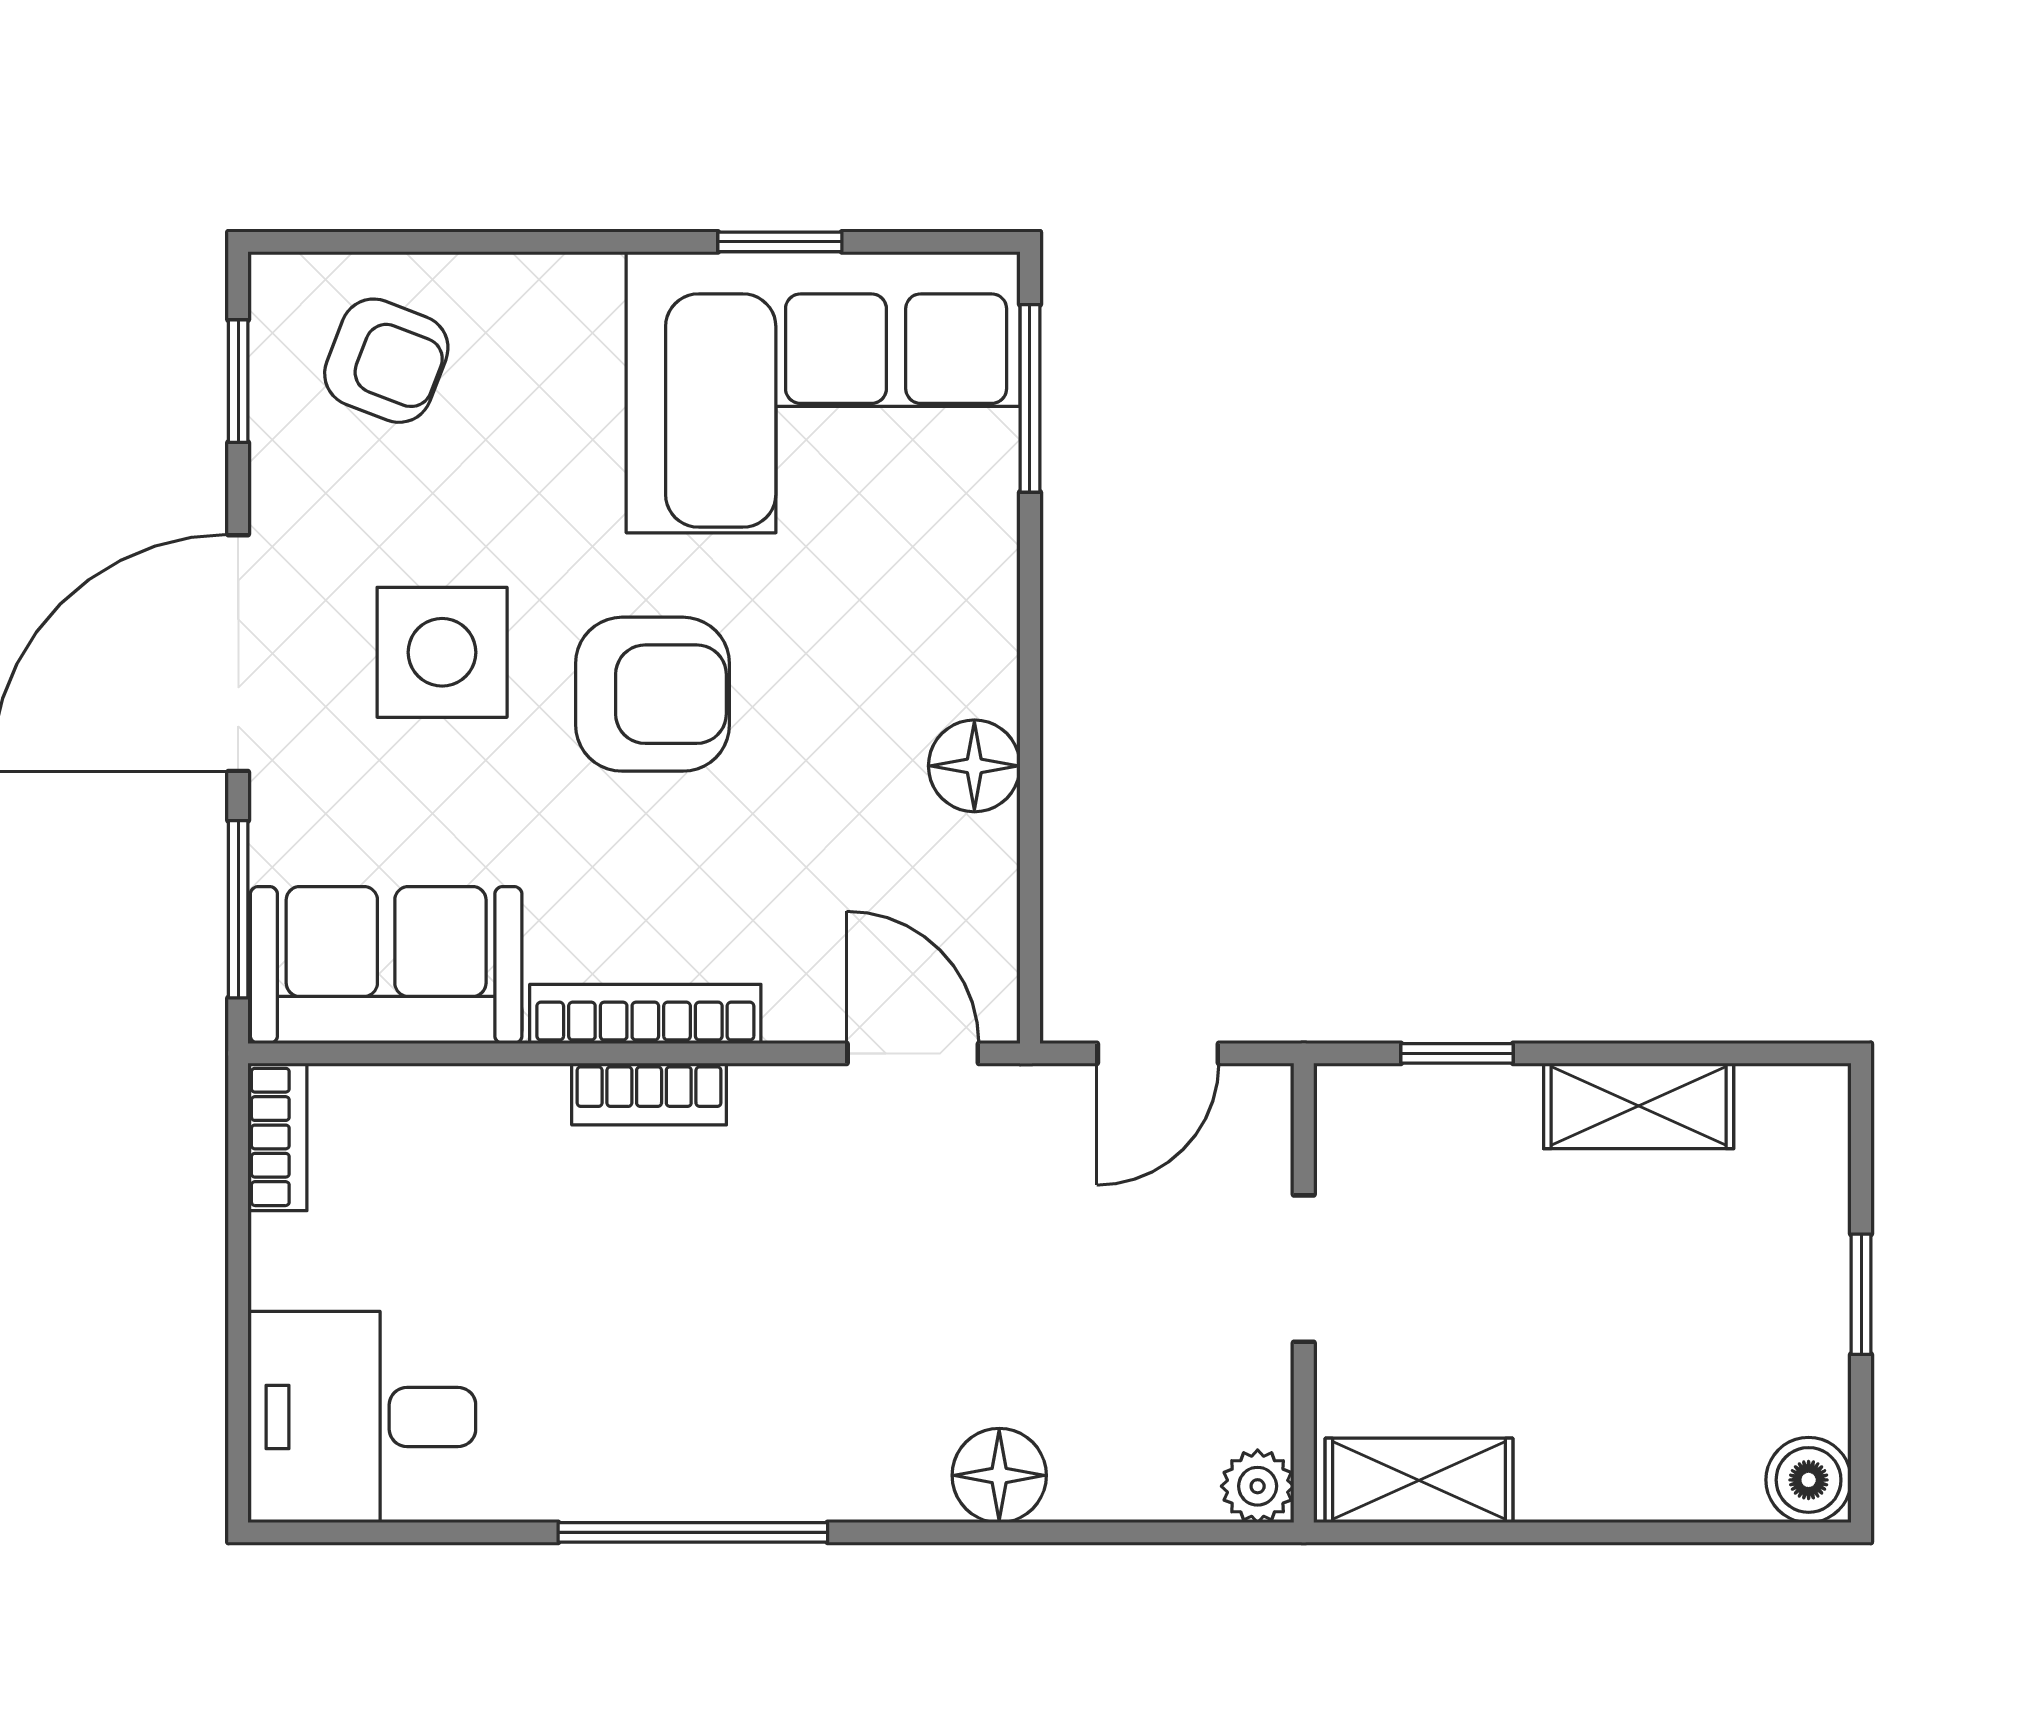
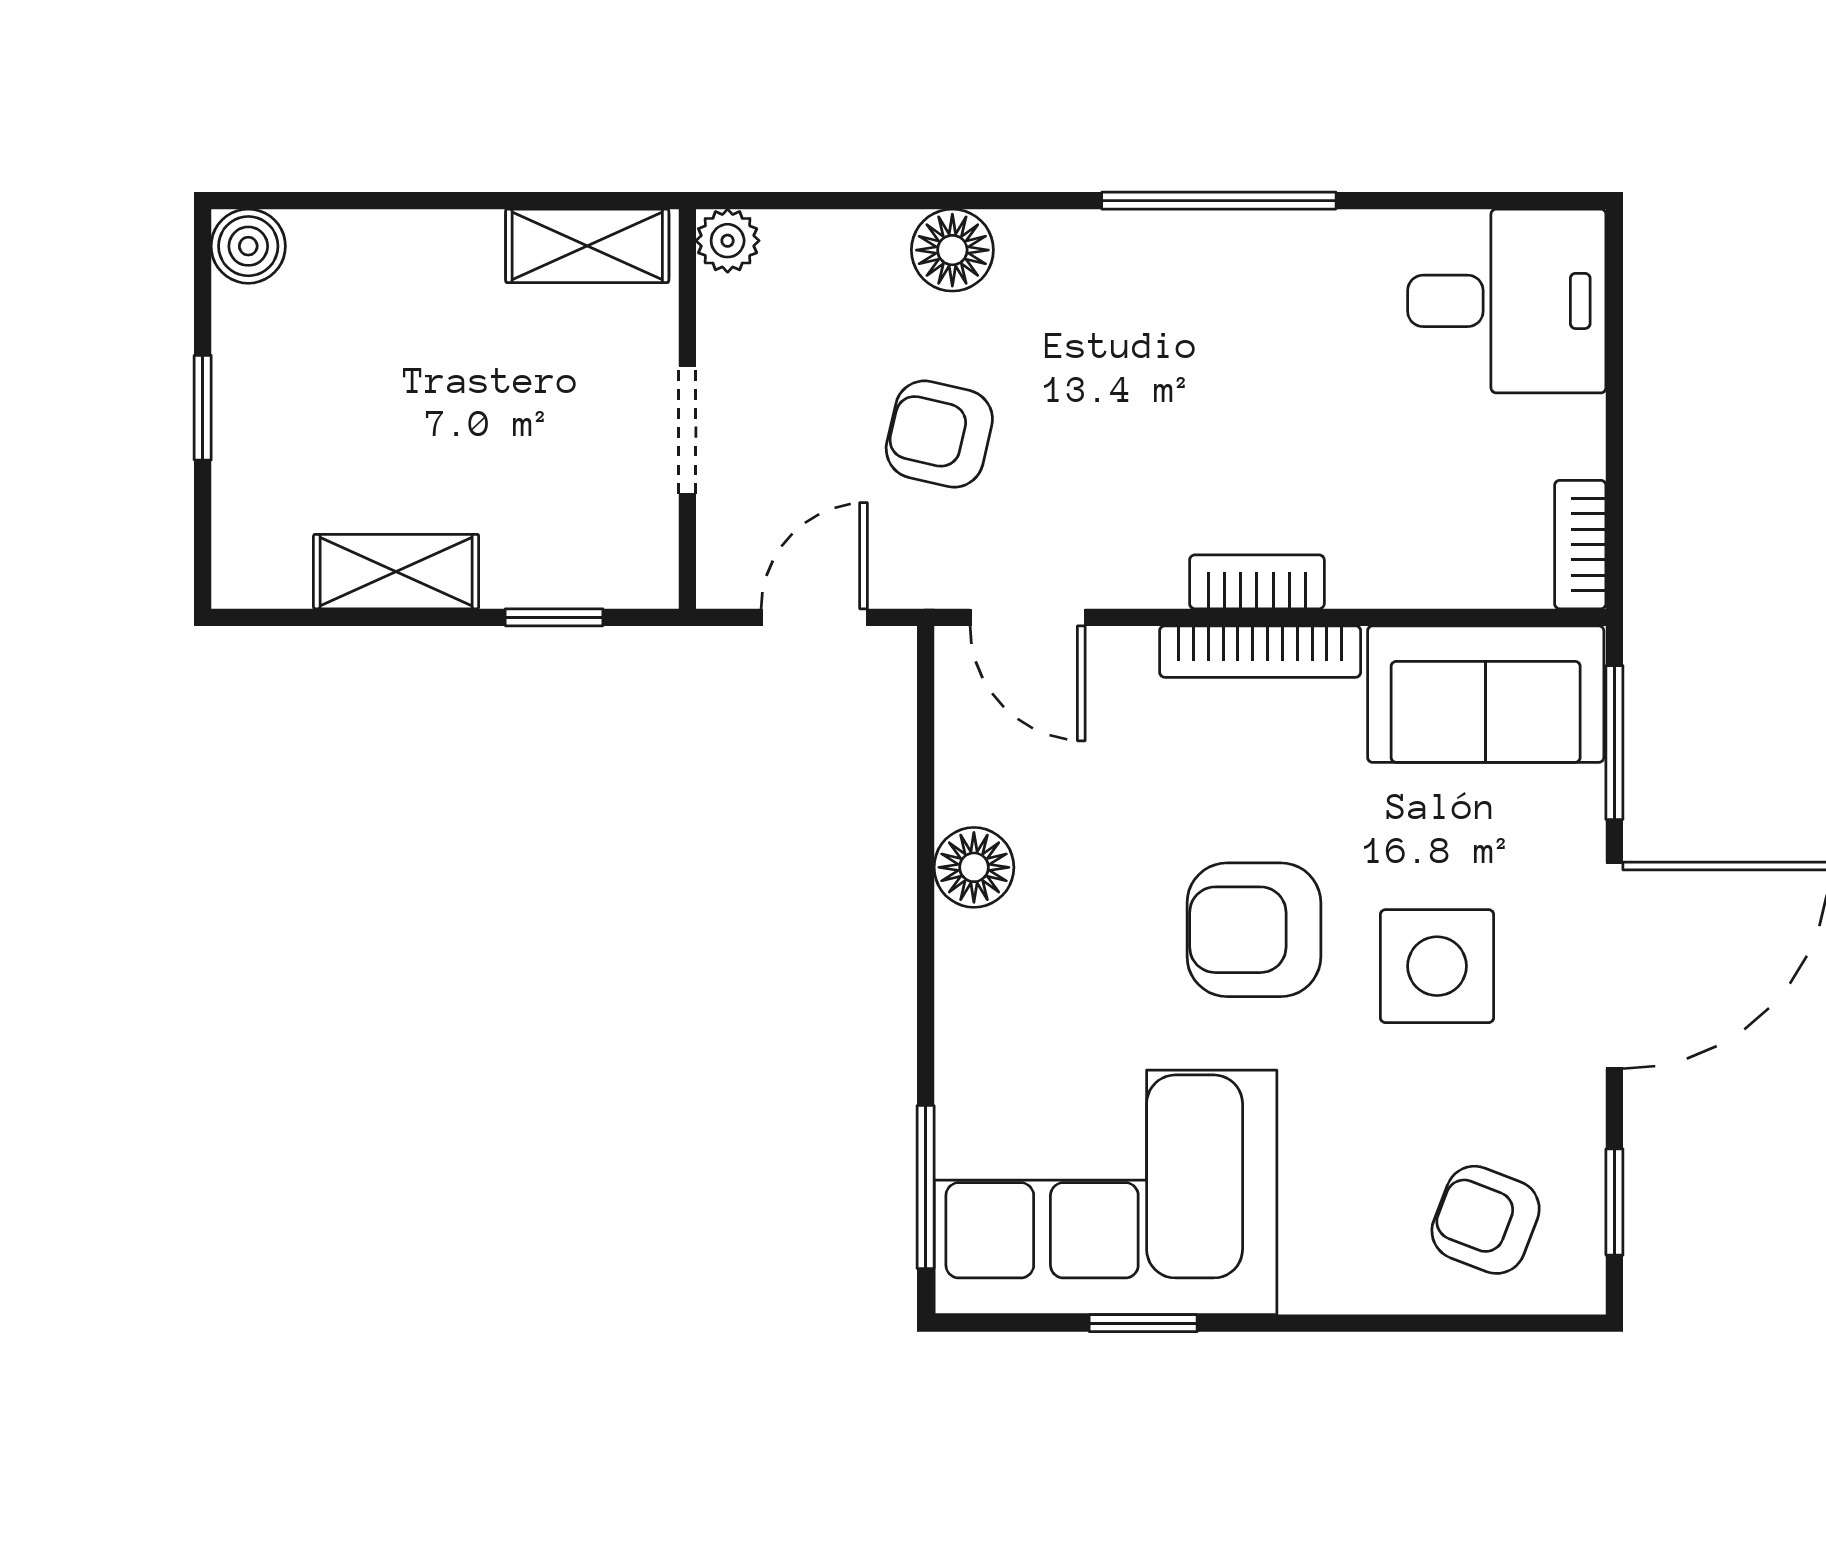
armchair: (1014, 1264) -> (939, 434), added

